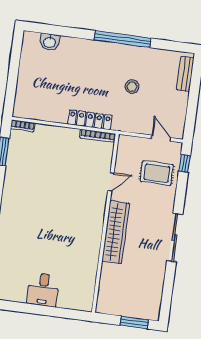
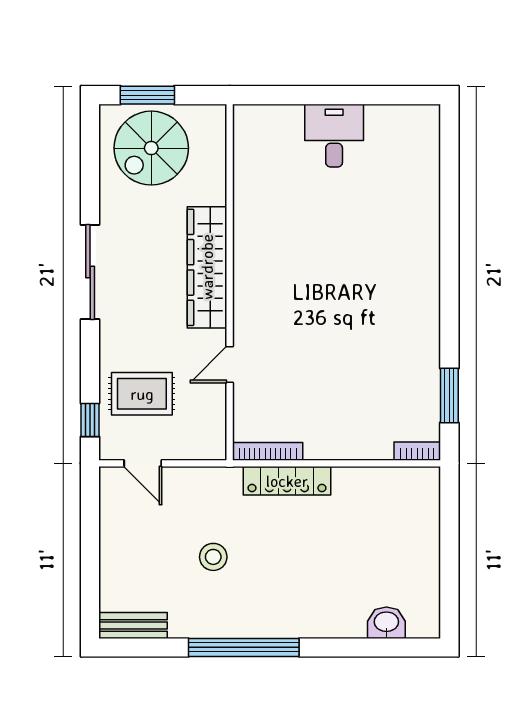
bench: (185, 74) -> (133, 625), moved, turned 90
spiral stairs: (136, 296) -> (151, 148), added

